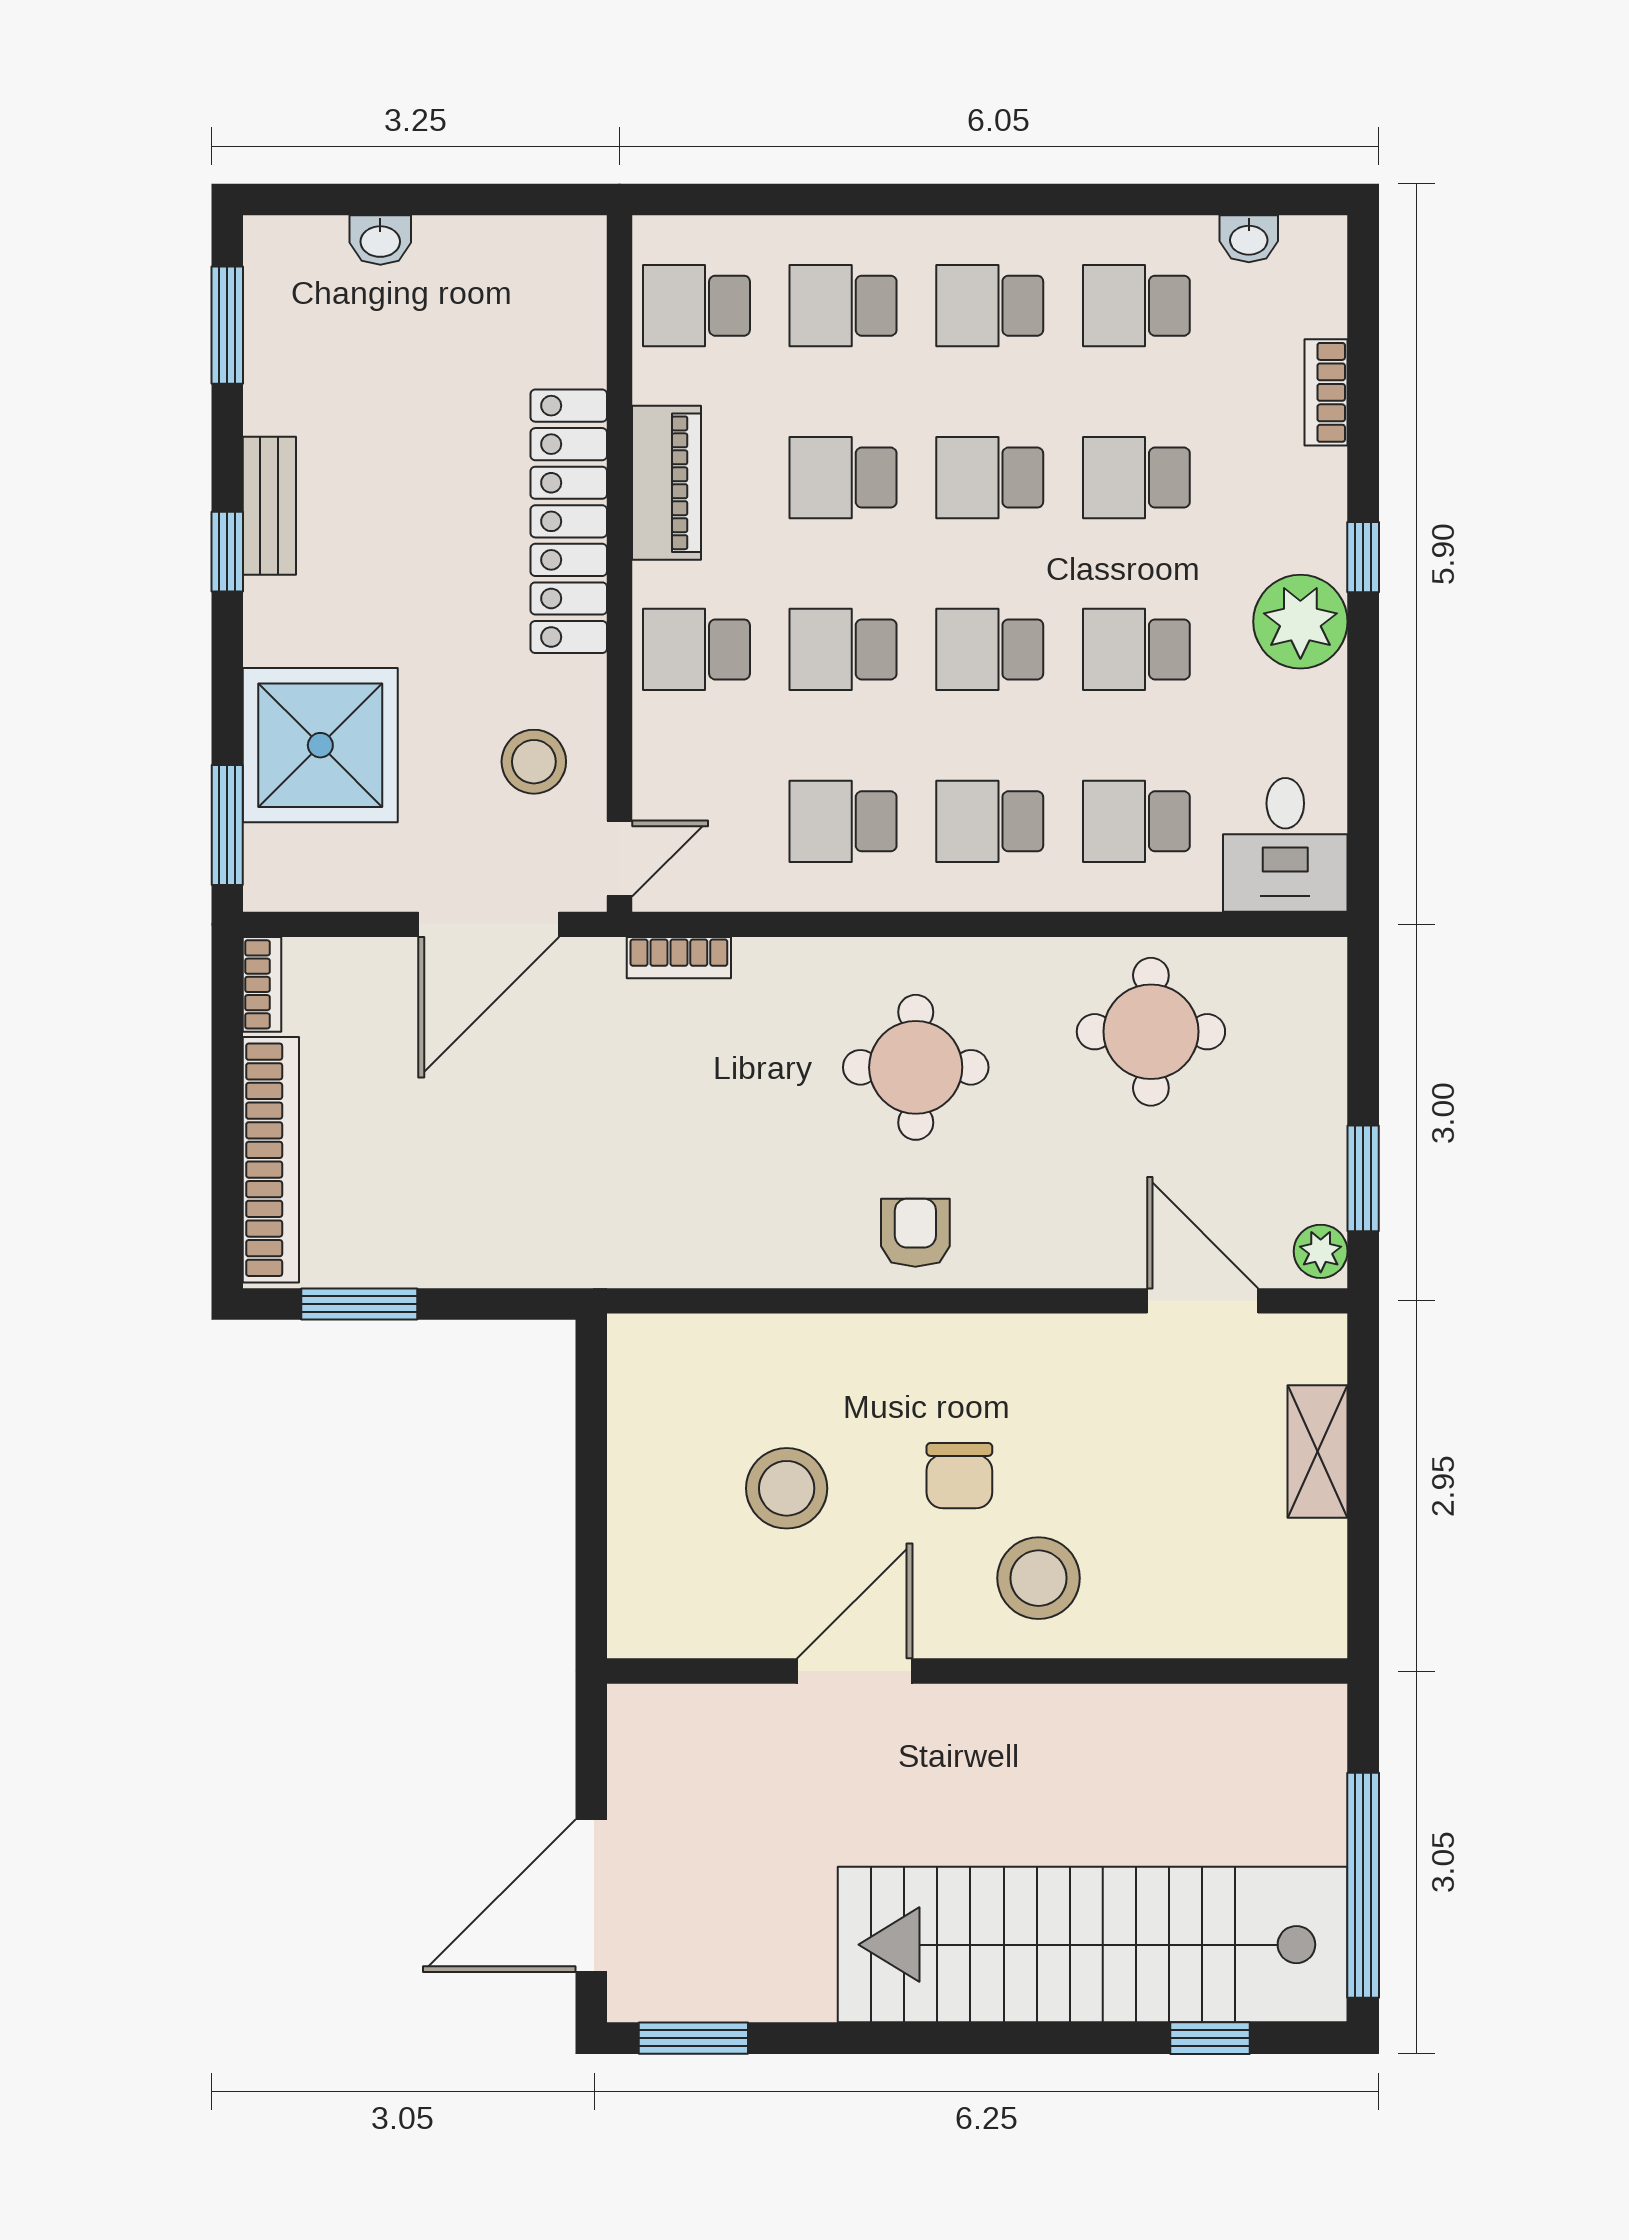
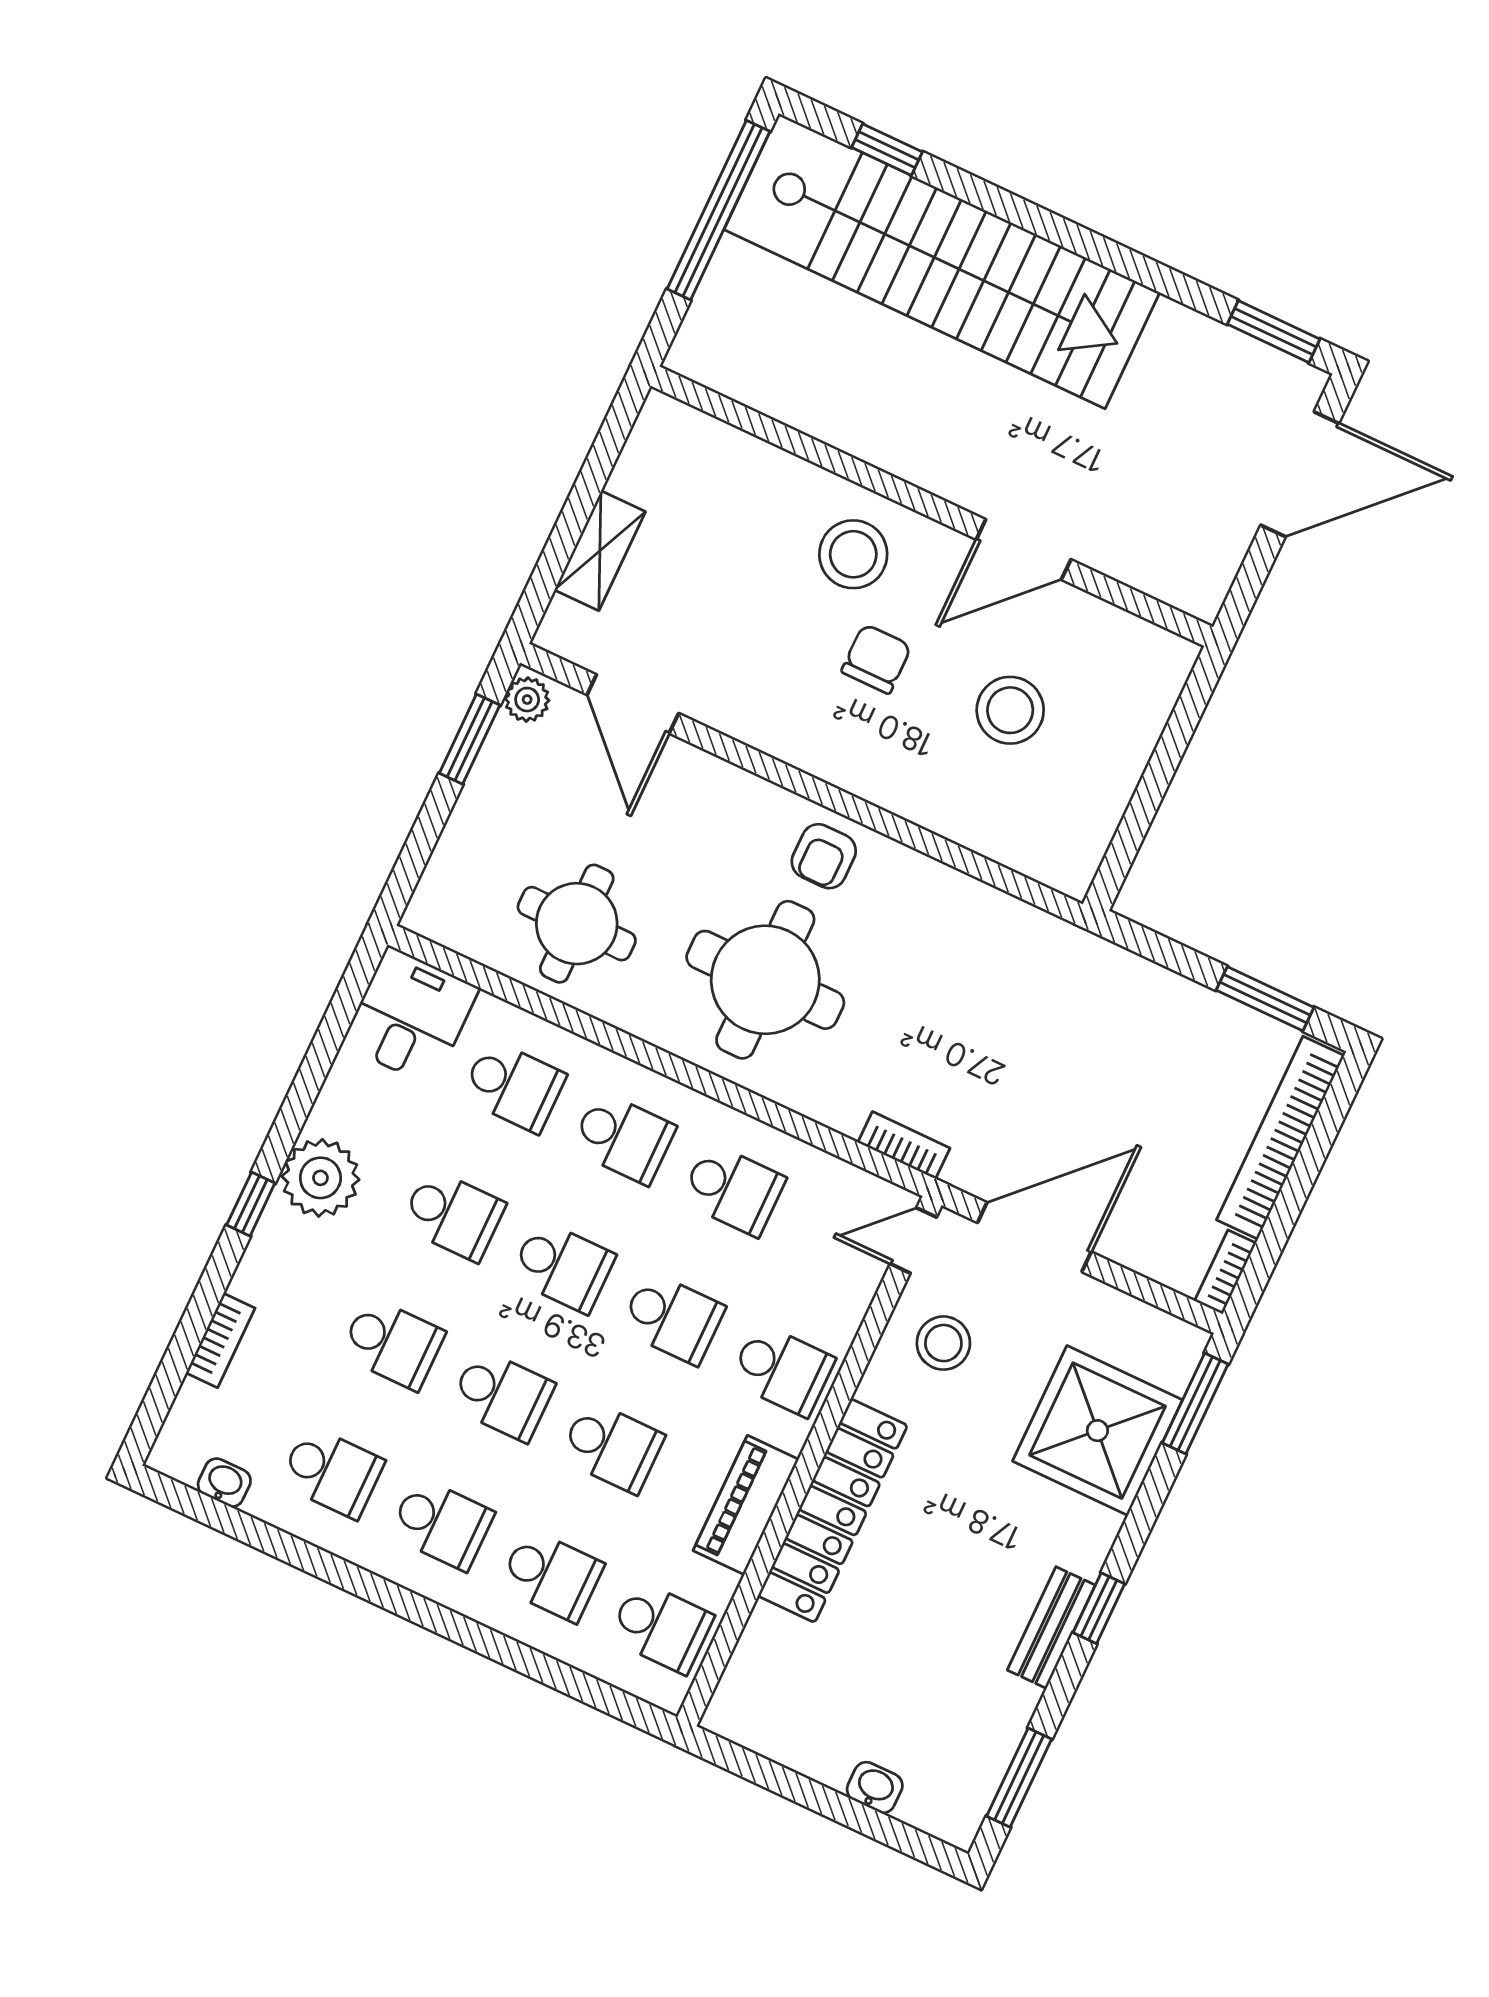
round table: (916, 1067) -> (765, 980), width x1.36, depth x1.36

